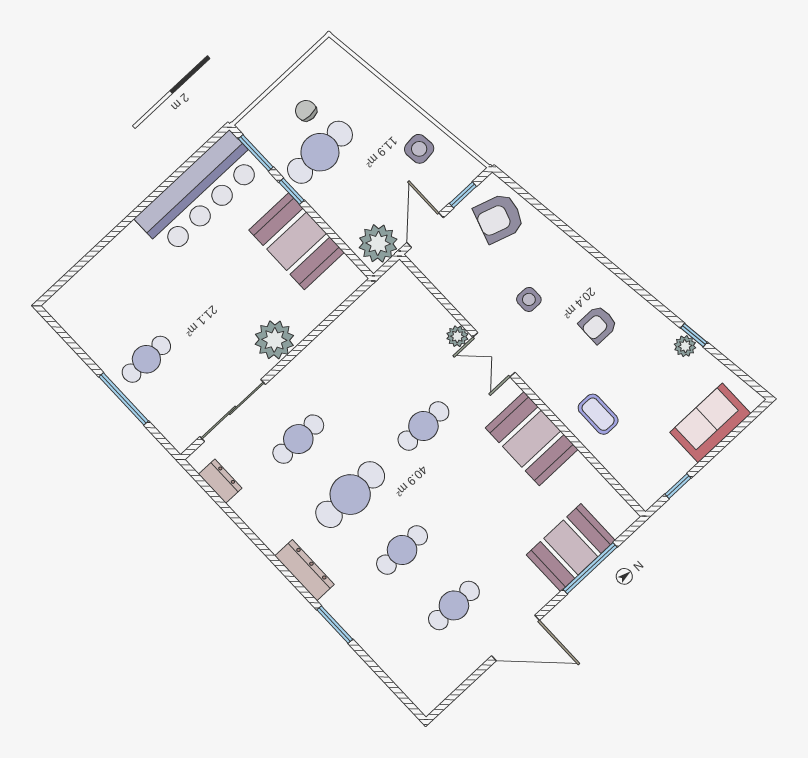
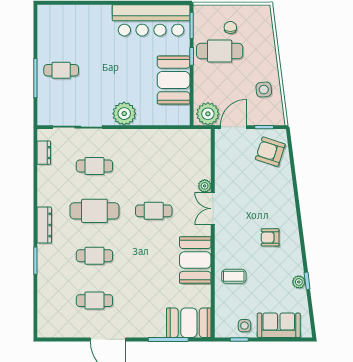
side table: (529, 299) -> (244, 326), moved
coffee table: (598, 414) -> (234, 276), turned 90
booth: (571, 548) -> (189, 323), moved

